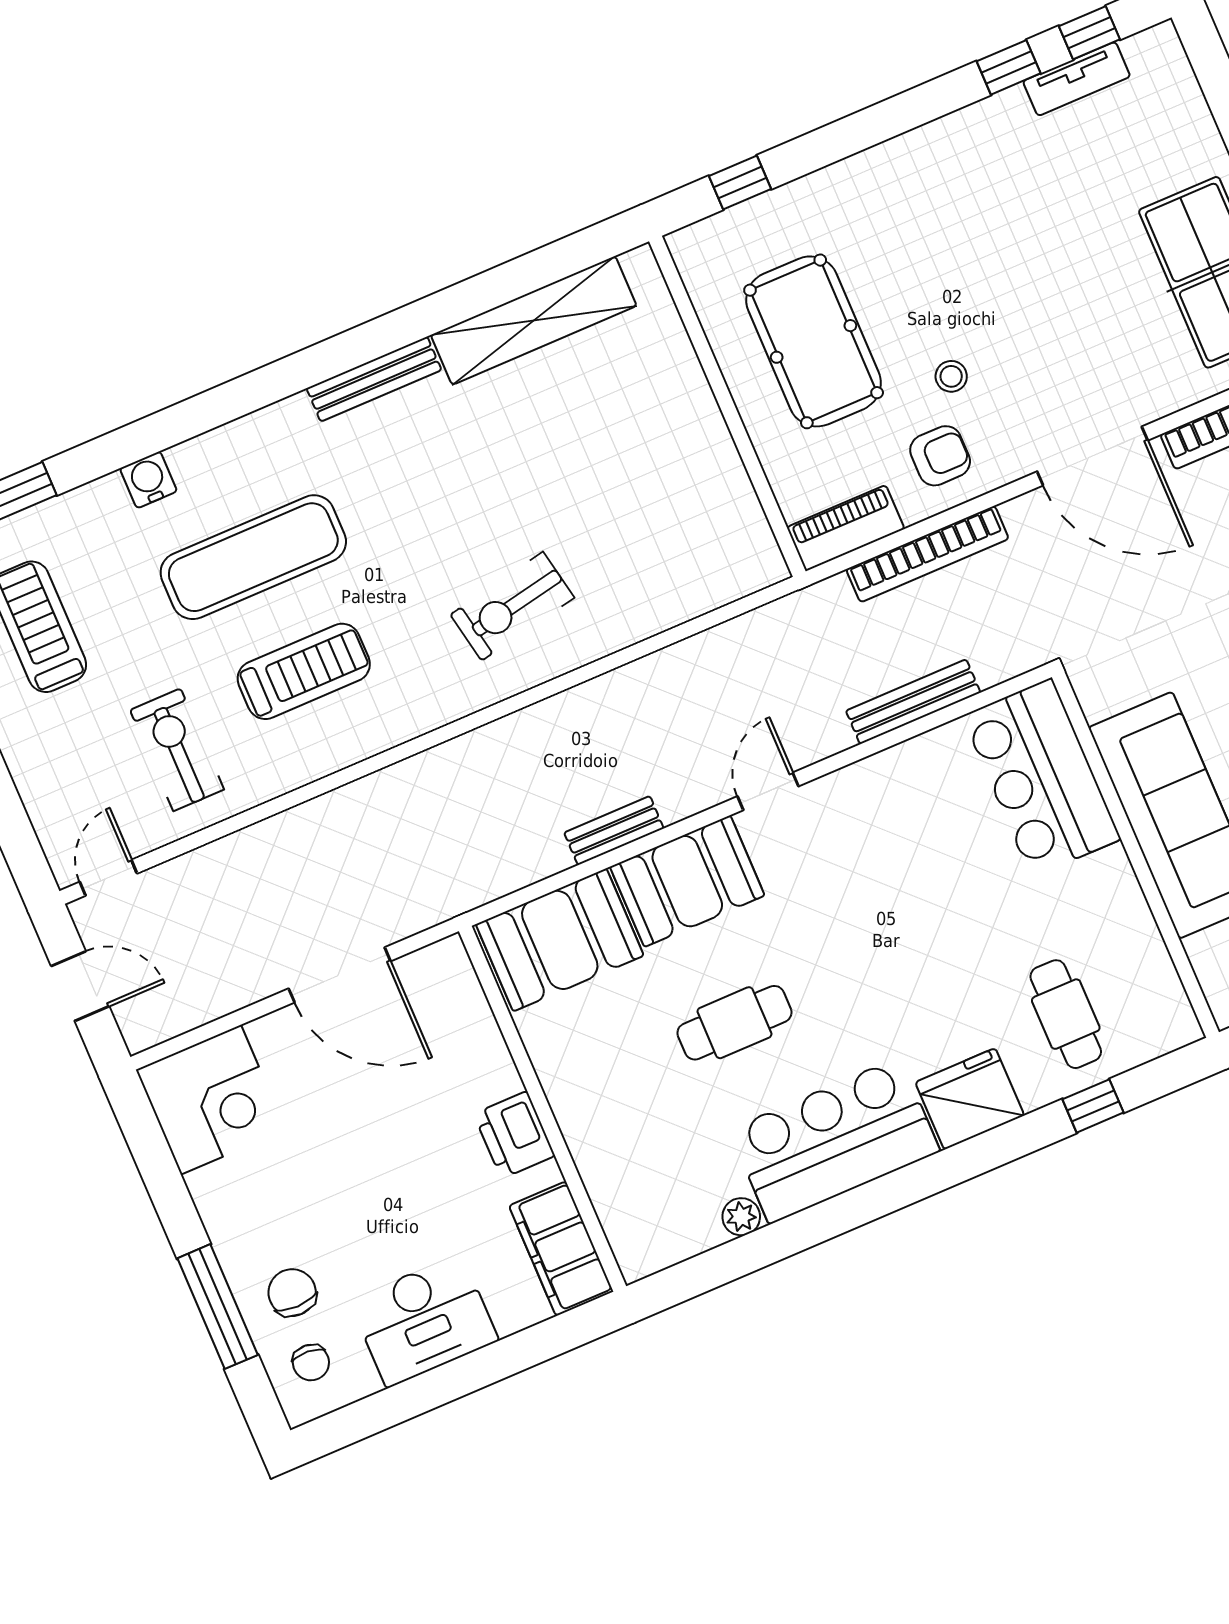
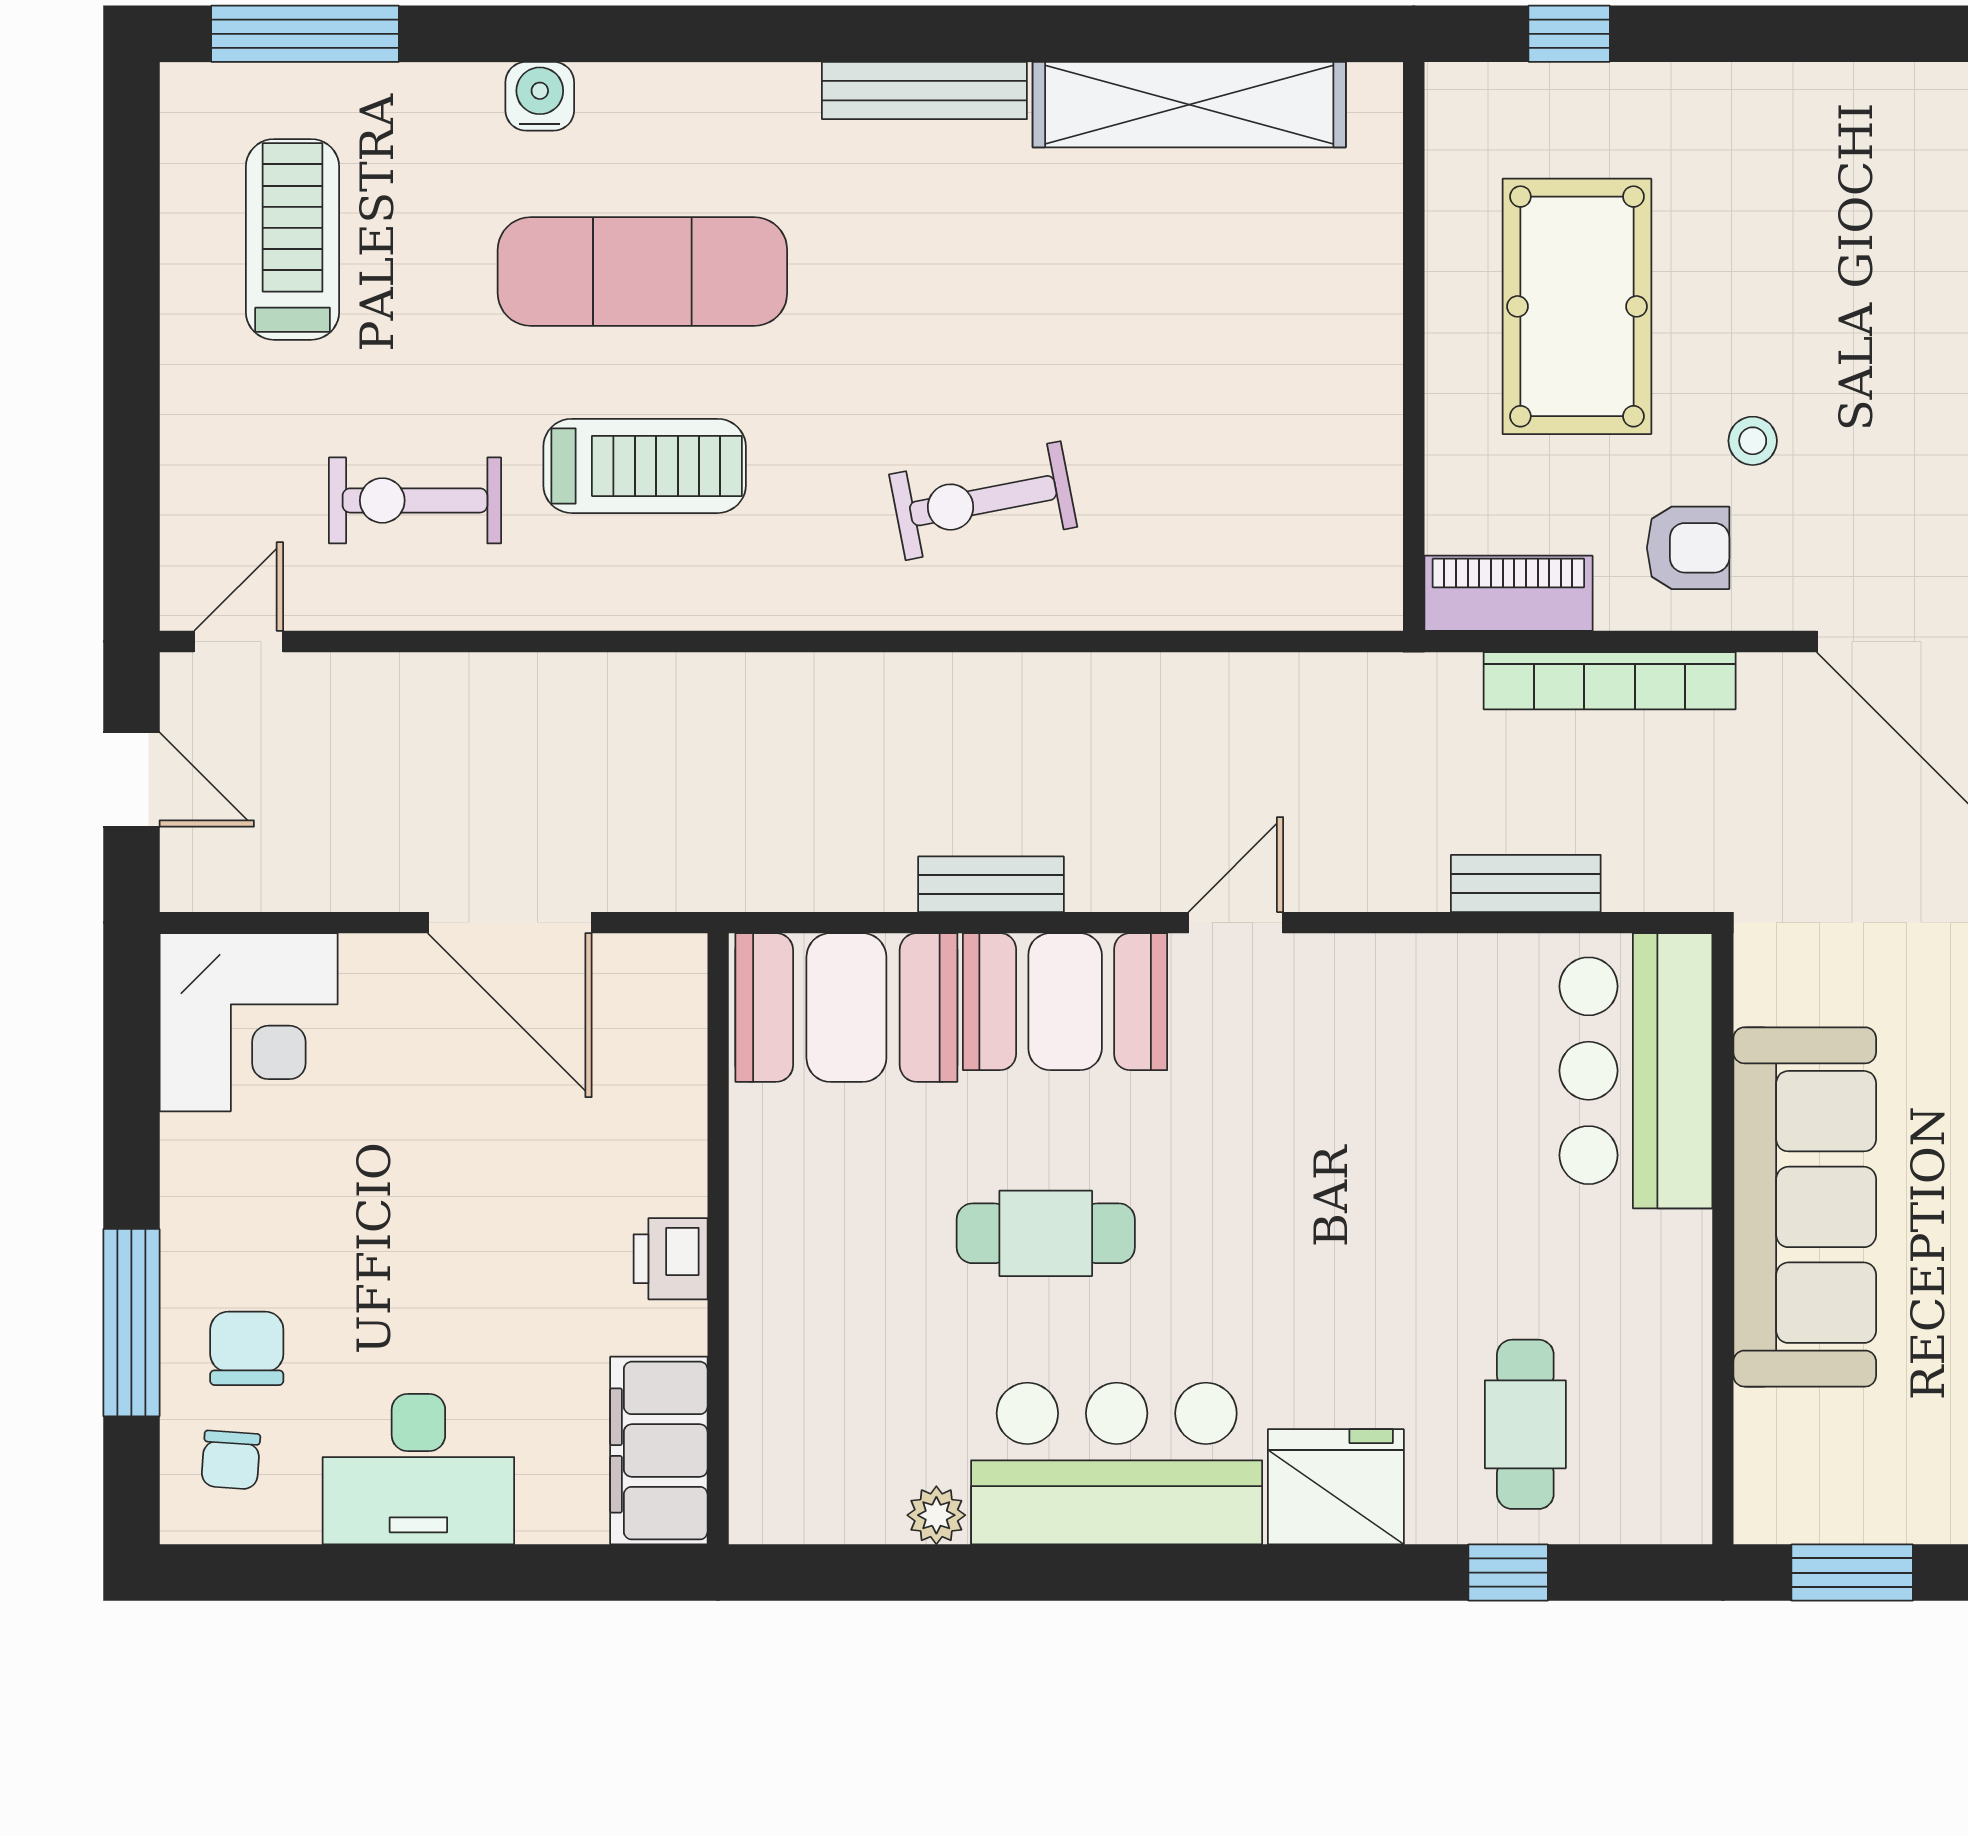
bench: (913, 702) -> (1526, 883), width x0.73
exercise bike: (177, 750) -> (415, 500), turned -90
printer: (514, 1135) -> (671, 1259), width x0.73, depth x0.81

